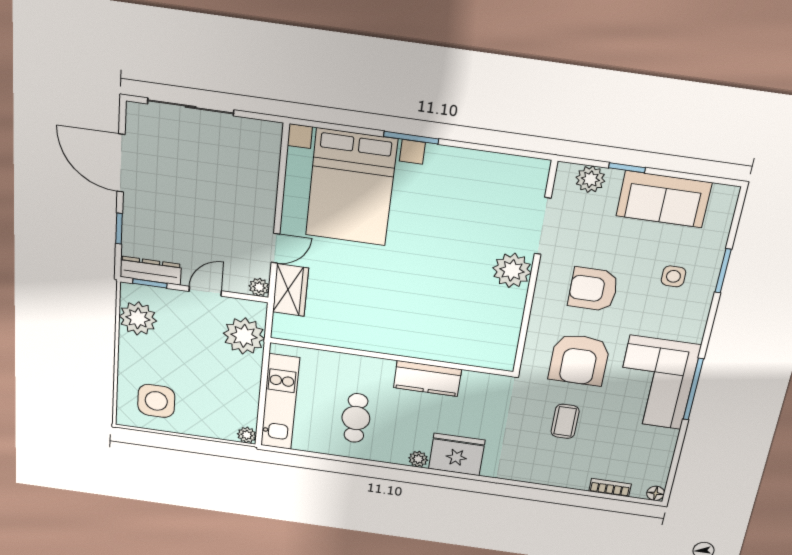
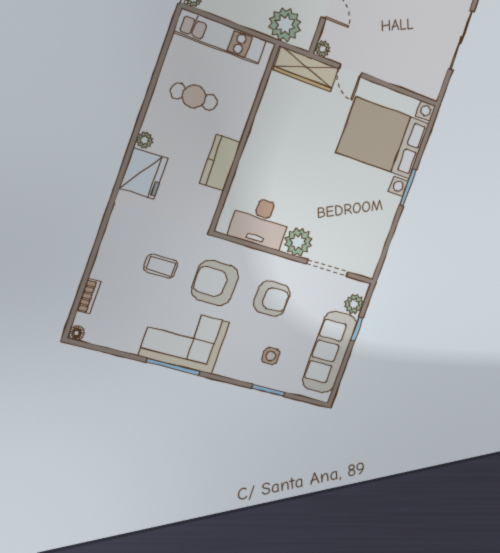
sofa: (664, 199) -> (330, 352), width x1.36
armchair: (593, 289) -> (272, 299), turned 90
wardrobe: (290, 290) -> (306, 69), width x1.50
desk: (493, 321) -> (260, 222), added

